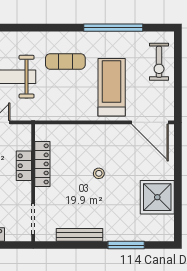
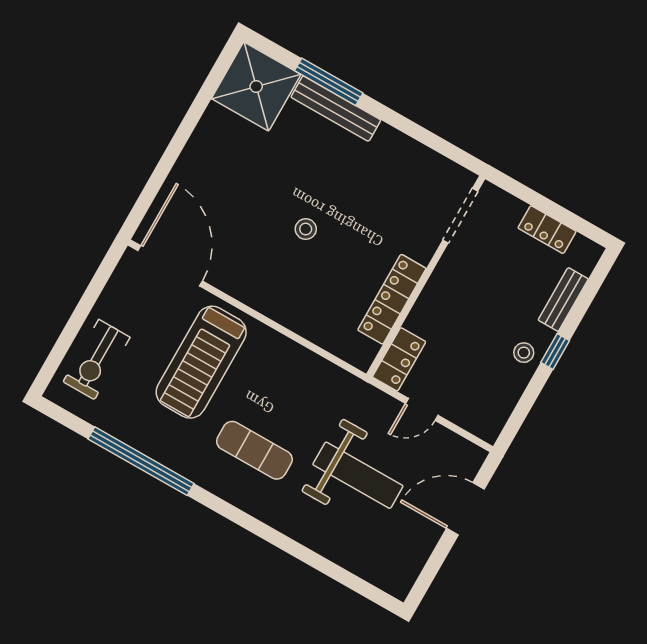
exercise bike: (159, 62) -> (97, 359), turned 180
locker: (24, 166) -> (399, 359), moved
shower: (157, 197) -> (256, 86), moved
bench: (80, 235) -> (336, 109), moved

